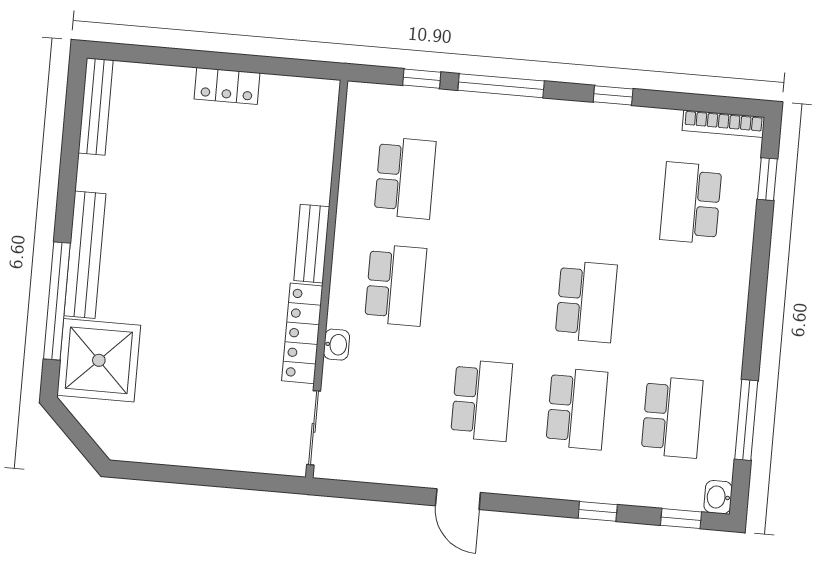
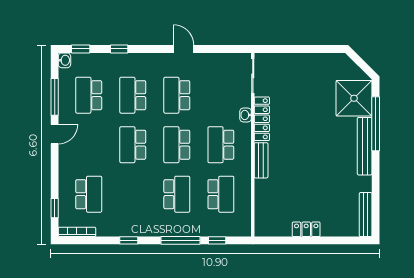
school desk: (405, 178) -> (221, 194), turned 180
school desk: (500, 186) -> (177, 194), added
school desk: (491, 293) -> (177, 145), added
door: (753, 339) -> (55, 134), added

